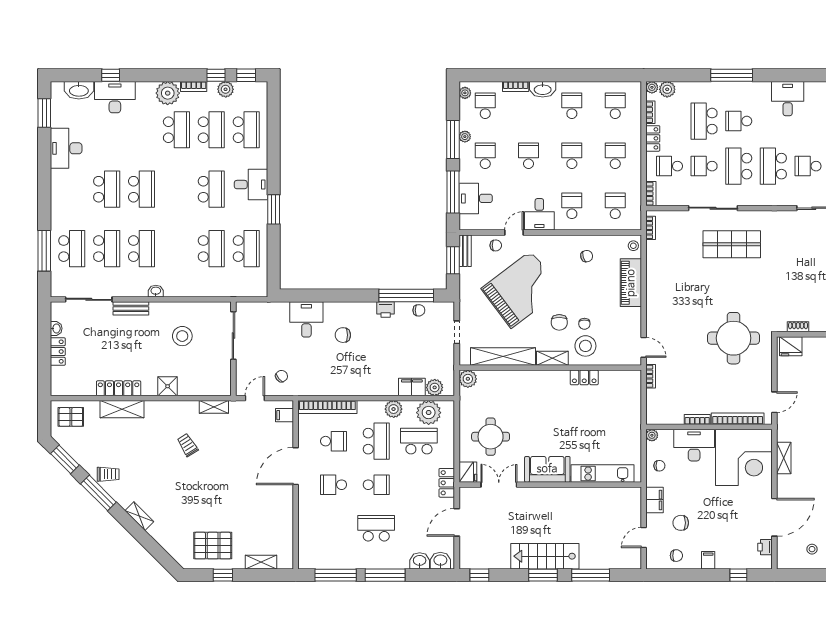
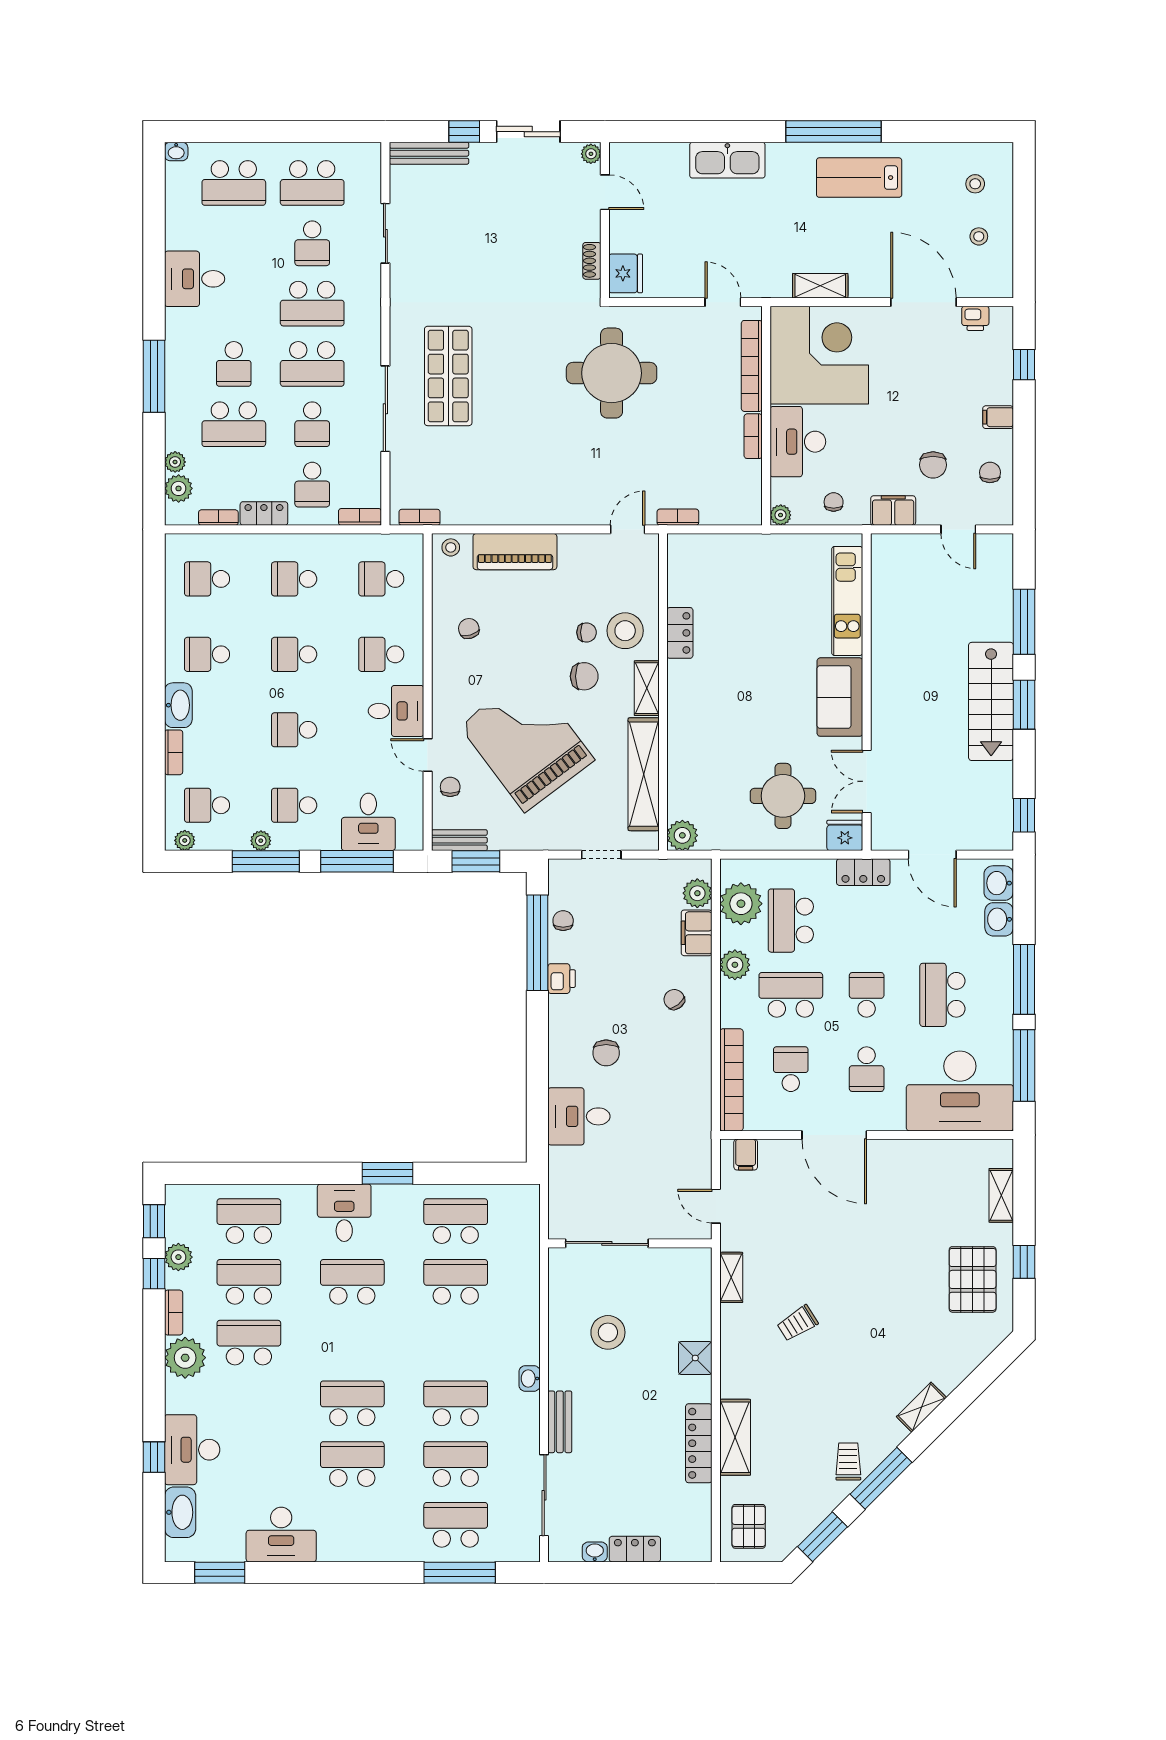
plant: (652, 87) -> (175, 462), moved
chair: (282, 376) -> (674, 999), moved
desk: (321, 538) -> (960, 1091), added

